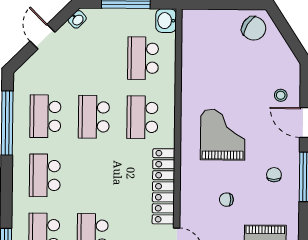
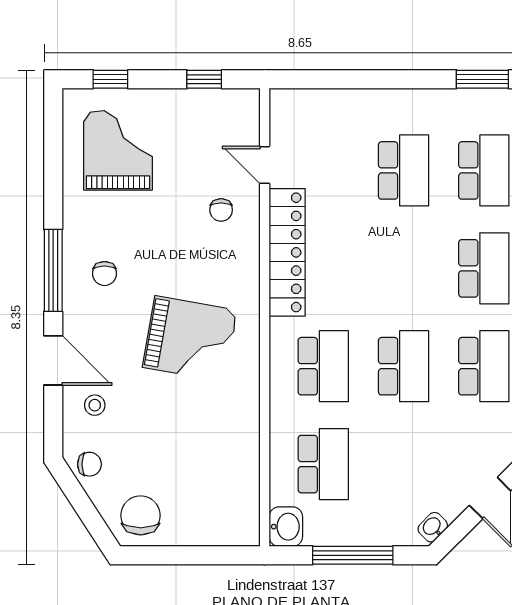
chair: (254, 28) -> (141, 515), turned 58
chair: (284, 60) -> (89, 464), added
grand piano: (223, 135) -> (190, 339), turned -80
chair: (226, 200) -> (221, 210), moved, turned 90

